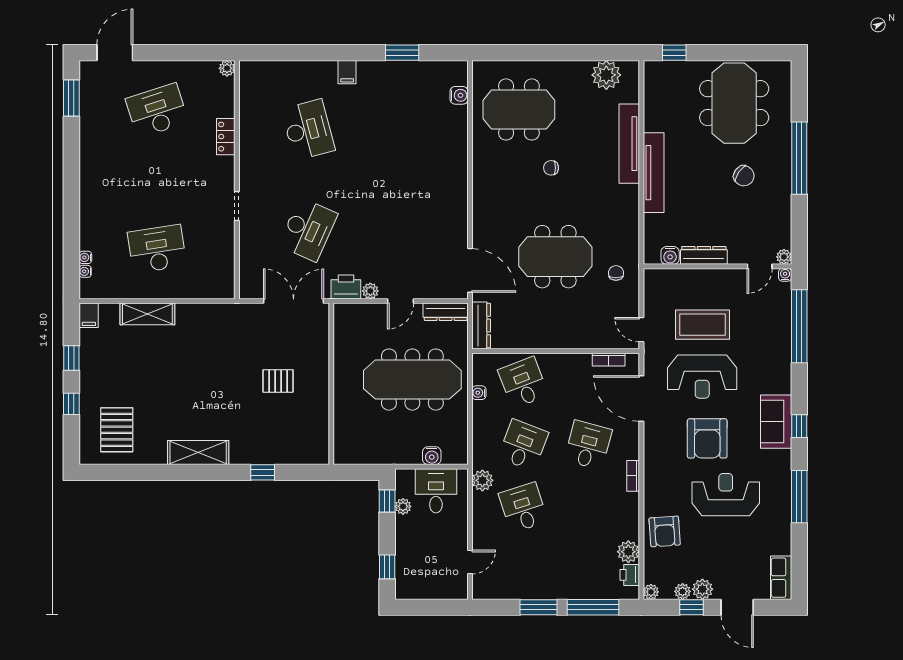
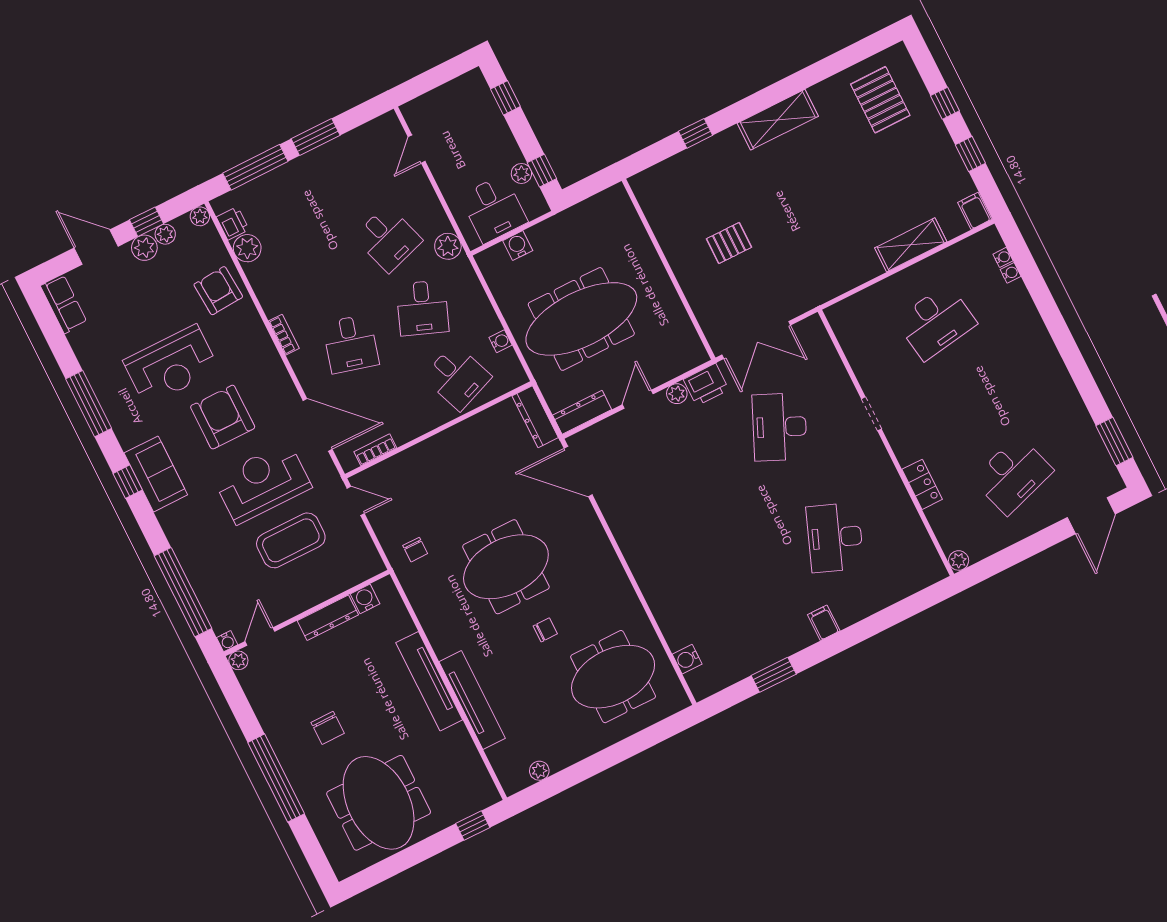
plant: (606, 75) -> (539, 771), width x0.53, depth x0.53
desk: (308, 130) -> (835, 537), turned 36
chair: (744, 176) -> (328, 728), turned -125
meeting table: (555, 257) -> (506, 567), moved

